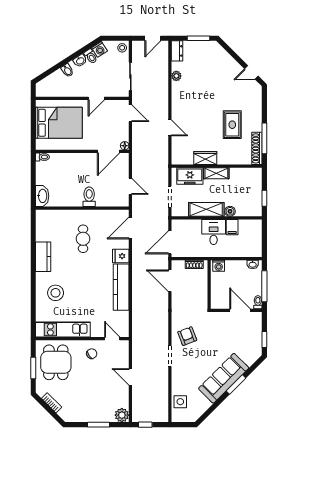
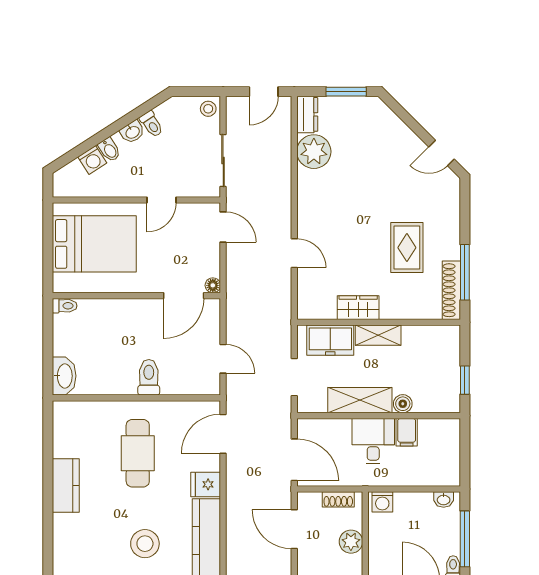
washing machine: (99, 49) -> (92, 160), moved
plant: (176, 76) -> (314, 152), width x1.87, depth x1.87
cafe table: (83, 239) -> (138, 453), width x1.37, depth x1.35
door: (170, 242) -> (294, 460), swing flipped
plant: (201, 288) -> (351, 542), added
stool: (56, 293) -> (145, 544), moved

